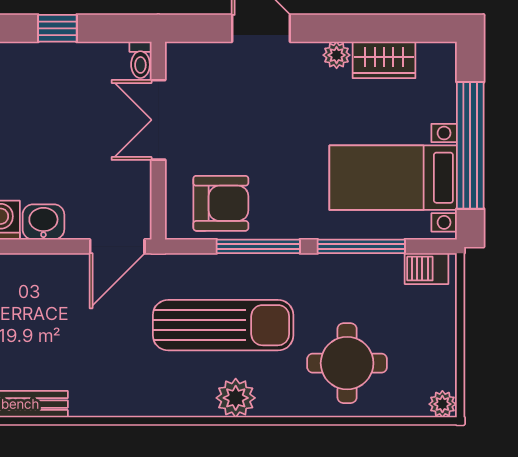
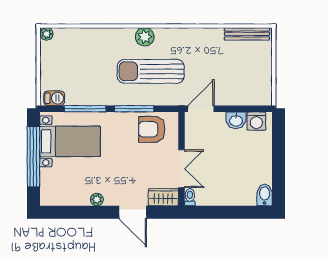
window: (57, 28) -> (229, 212), removed
wardrobe: (384, 60) -> (163, 197), moved
round table: (347, 363) -> (92, 53), removed

